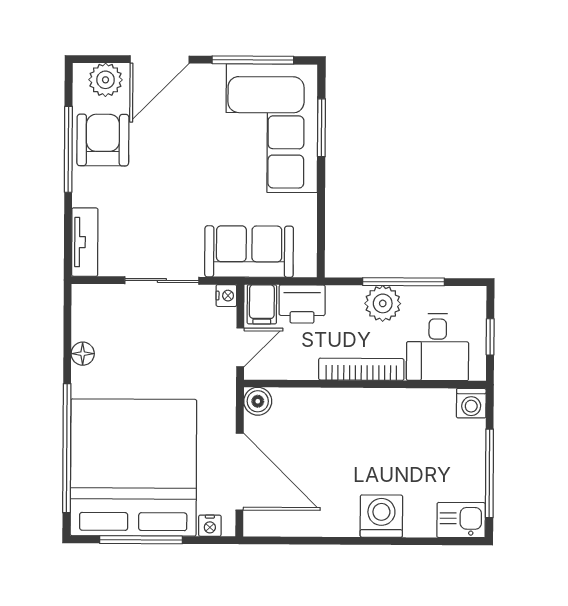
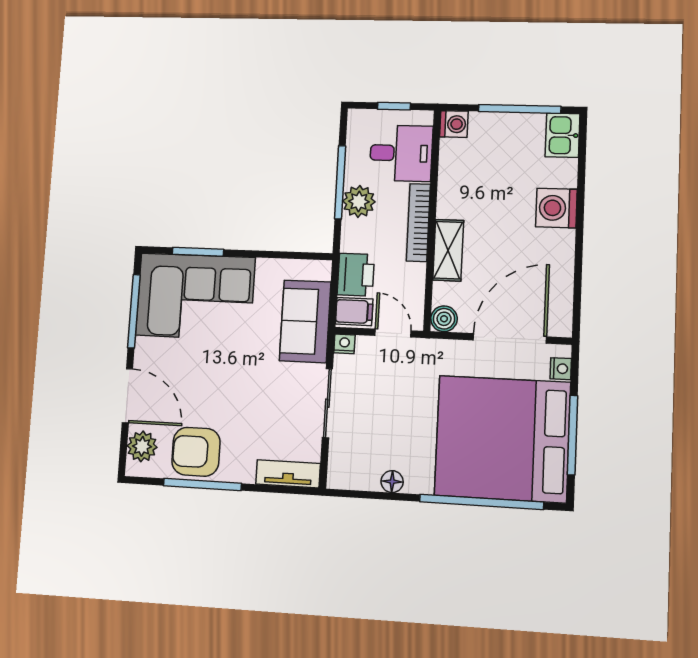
shelving: (332, 403) -> (448, 250), added

